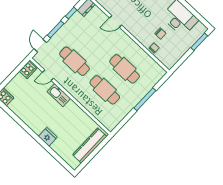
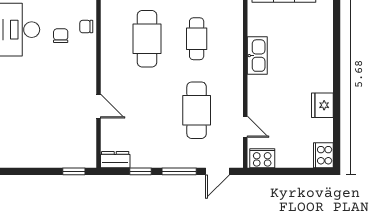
cafe table: (105, 90) -> (197, 39), width x0.73, depth x0.74
kitchen sink: (59, 95) -> (257, 56), moved
fridge: (48, 137) -> (322, 105), moved

